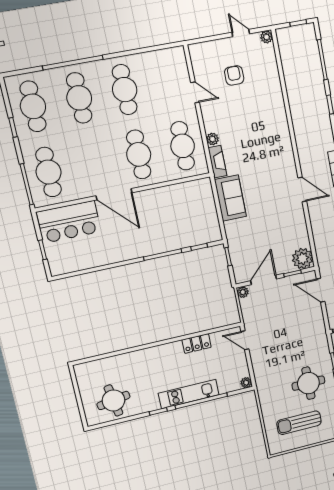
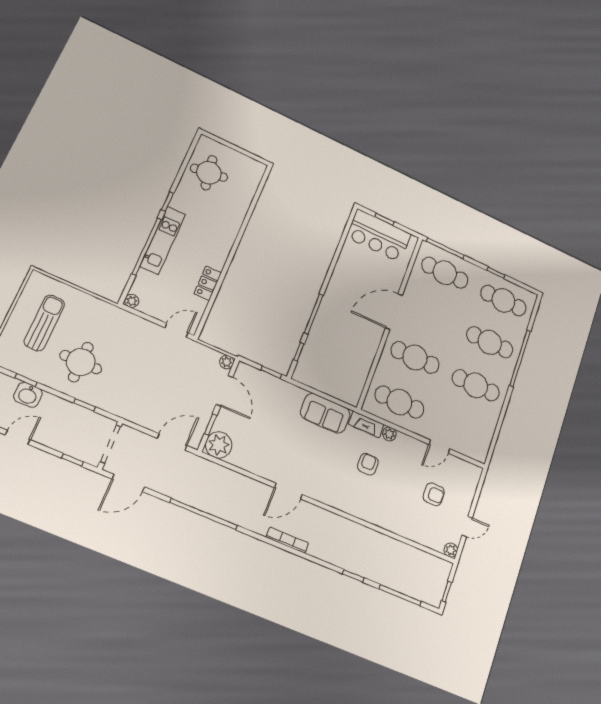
armchair: (246, 142) -> (368, 464), added
bar counter: (69, 222) -> (379, 236), moved, turned -90

